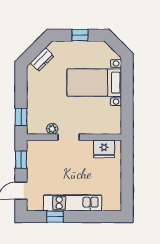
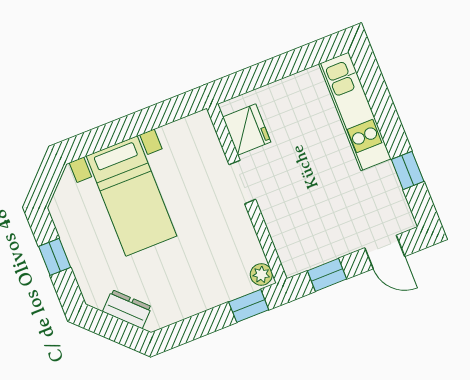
plant: (52, 129) -> (261, 274), moved
doorway: (69, 137) -> (242, 182), moved
kitchen unit: (72, 203) -> (355, 111), moved

